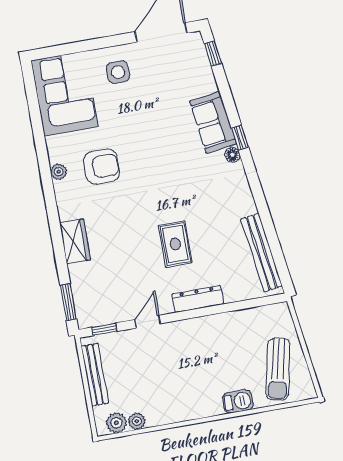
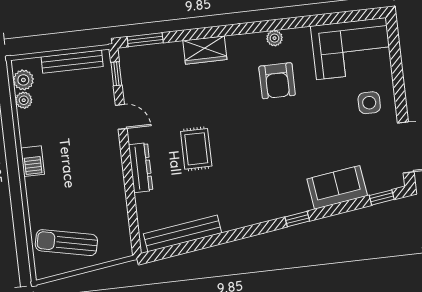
sofa: (213, 122) -> (337, 187), moved
floor lamp: (232, 155) -> (281, 211), removed
rug: (175, 244) -> (196, 149), turned 90
barbecue: (238, 401) -> (33, 161), moved

